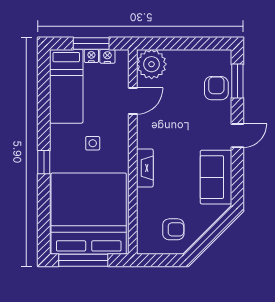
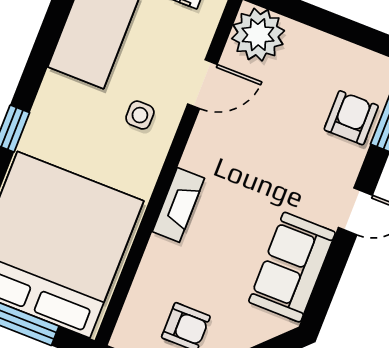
side table: (93, 143) -> (140, 115), moved

